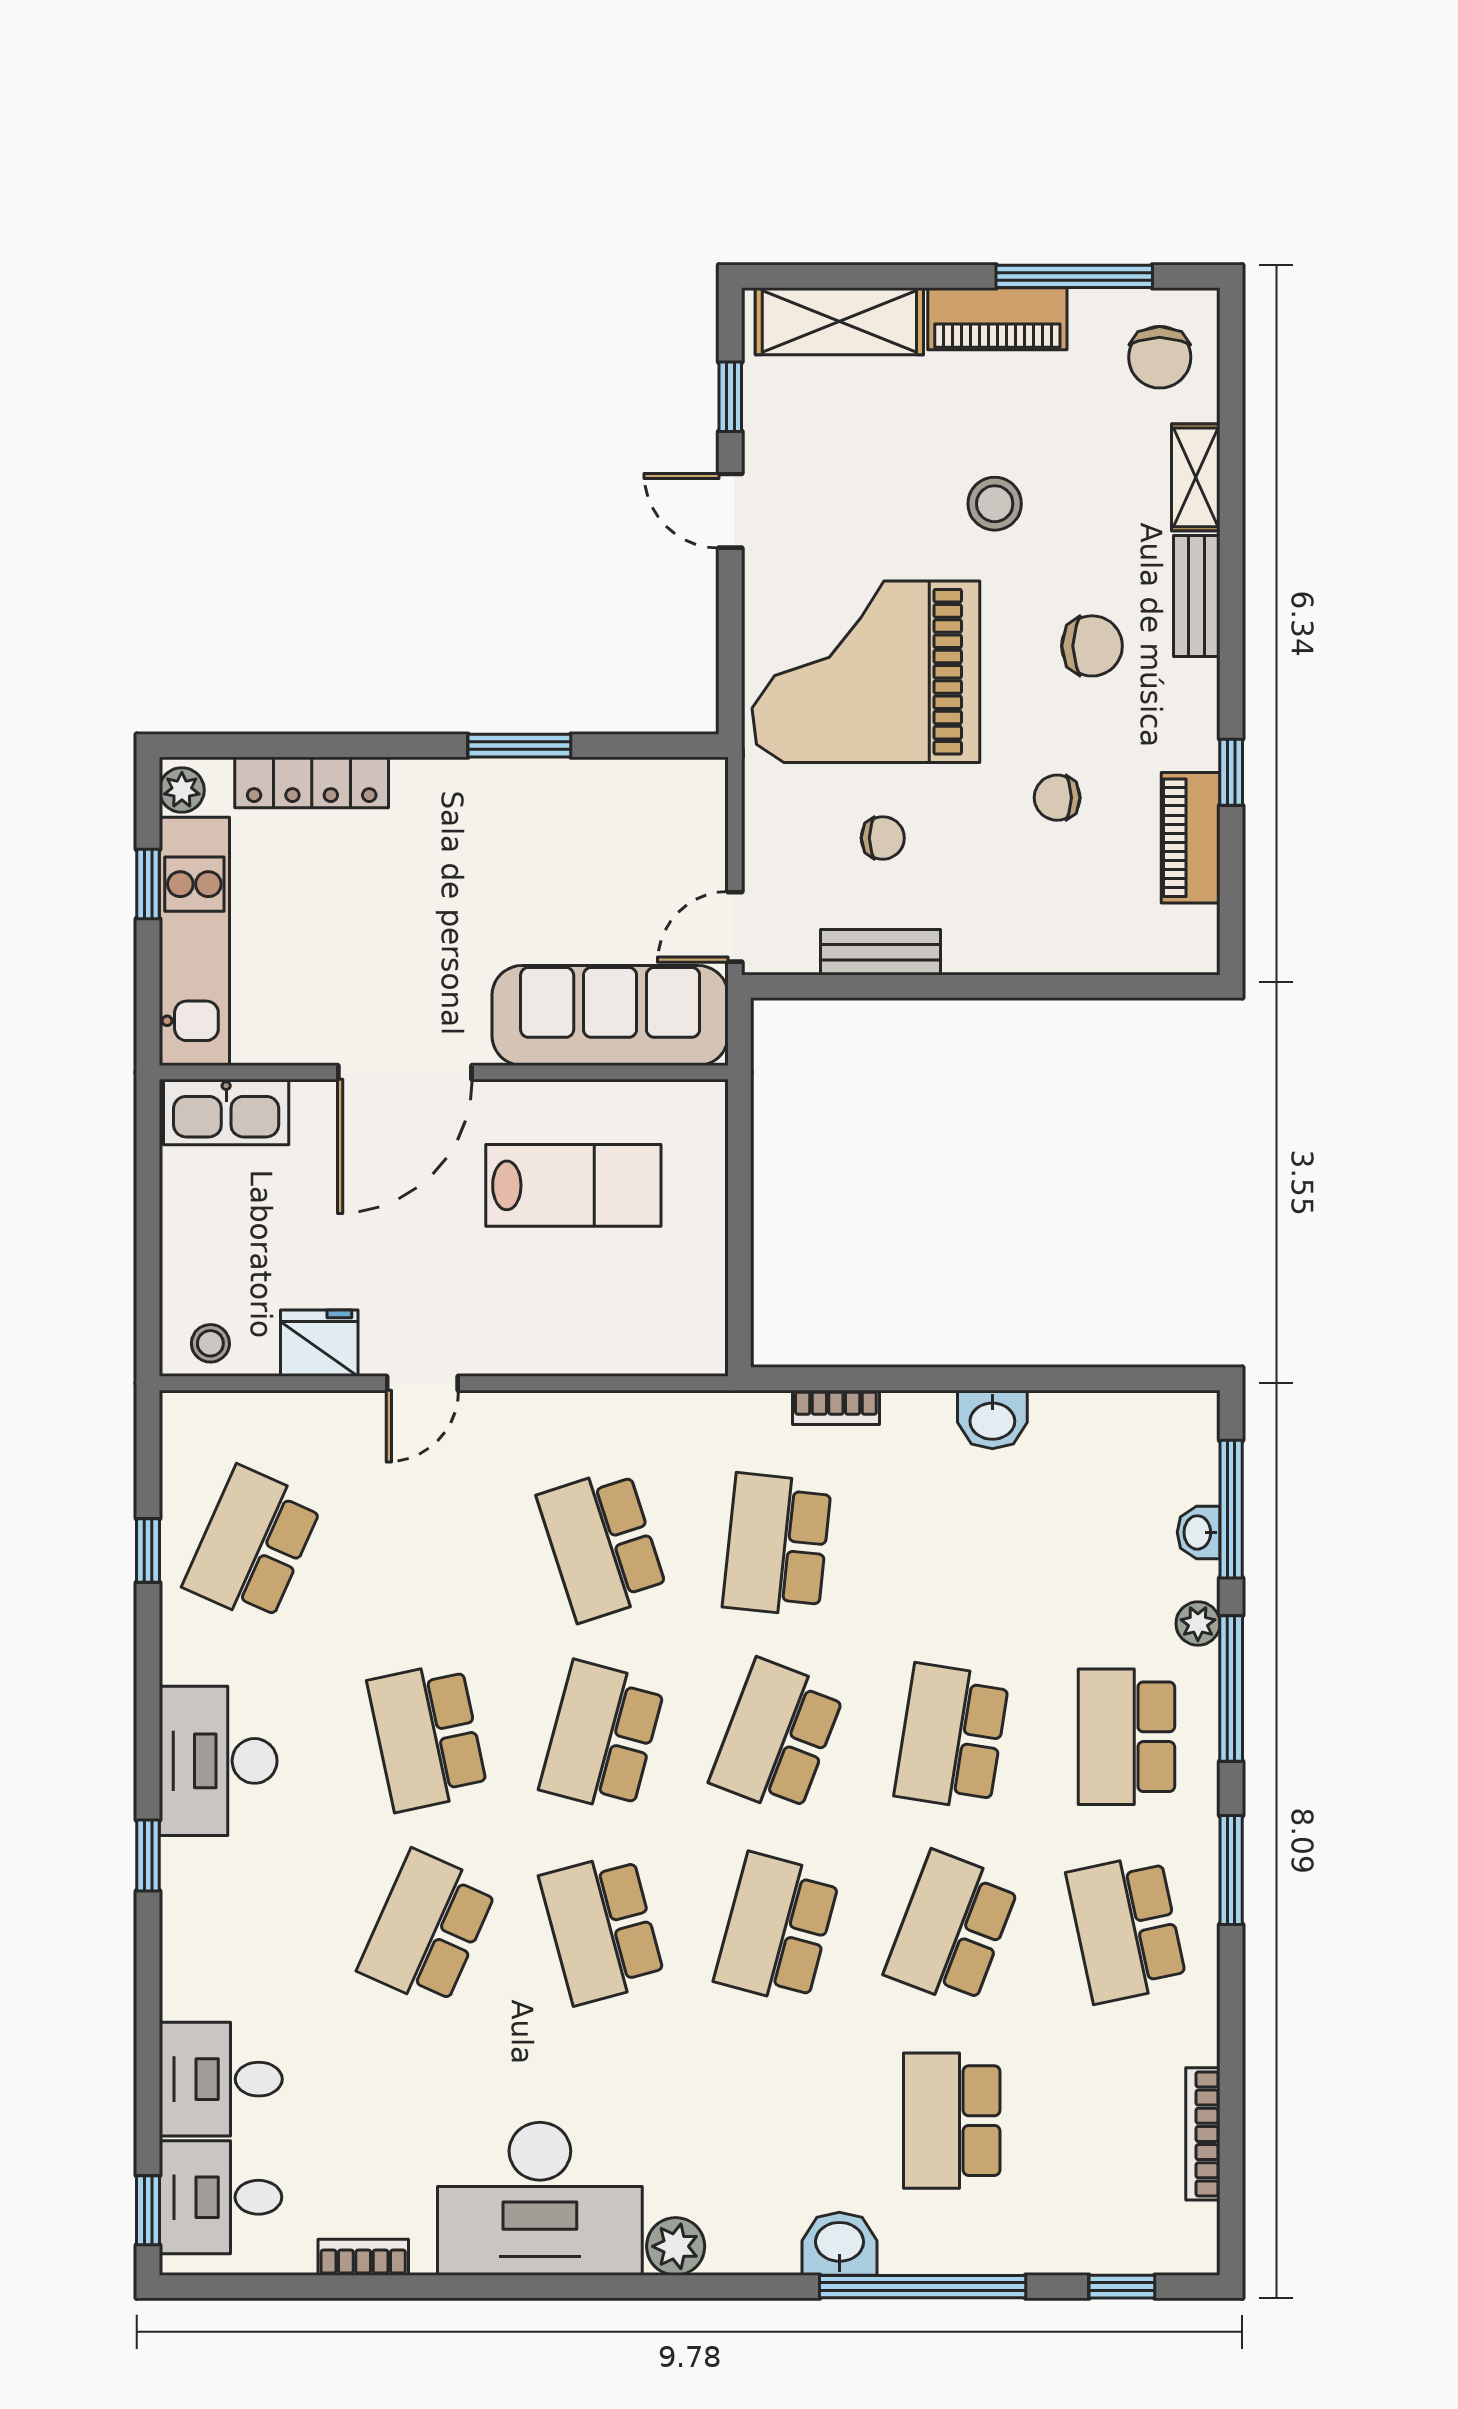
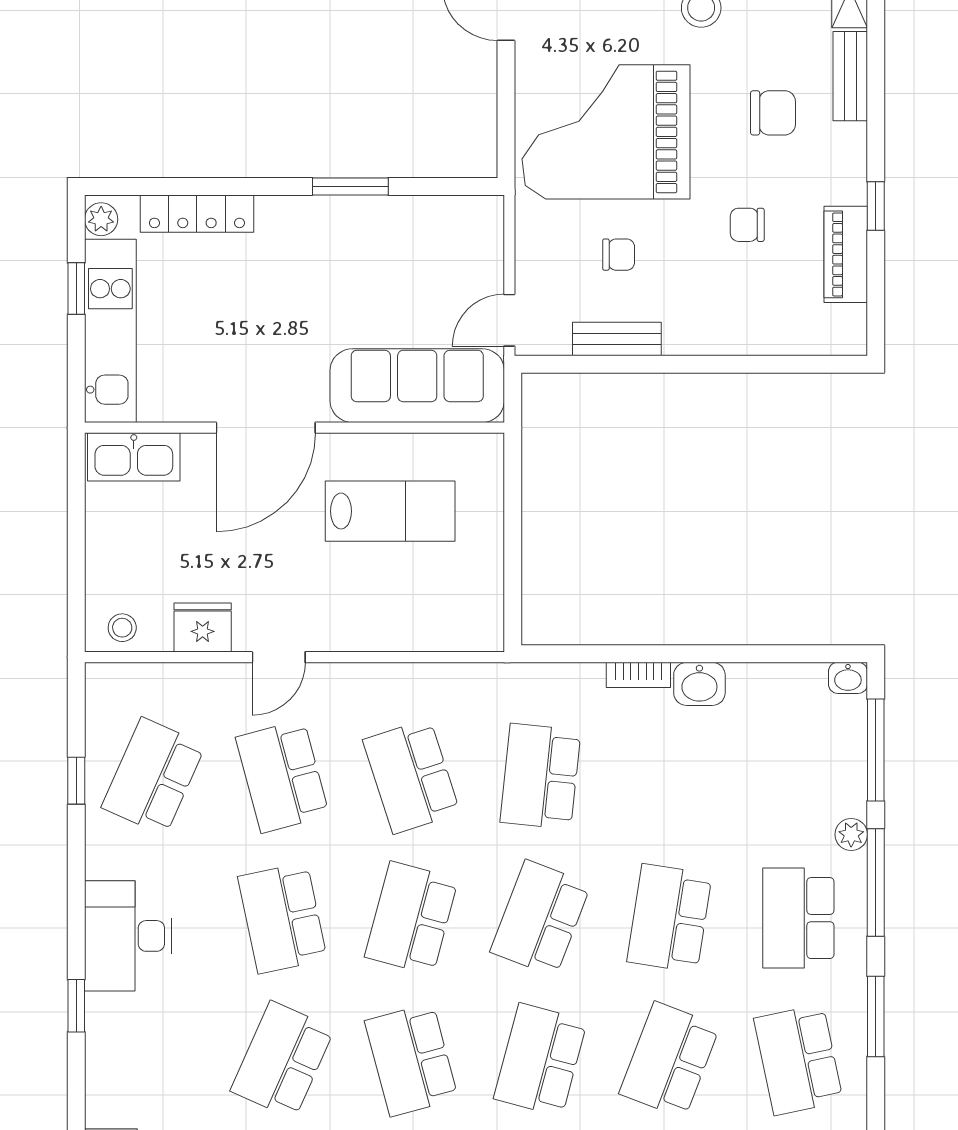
bookcase: (836, 1407) -> (638, 675), moved
washbasin: (1199, 1532) -> (848, 678), moved, turned -90
school desk: (427, 1545) -> (282, 776), added

